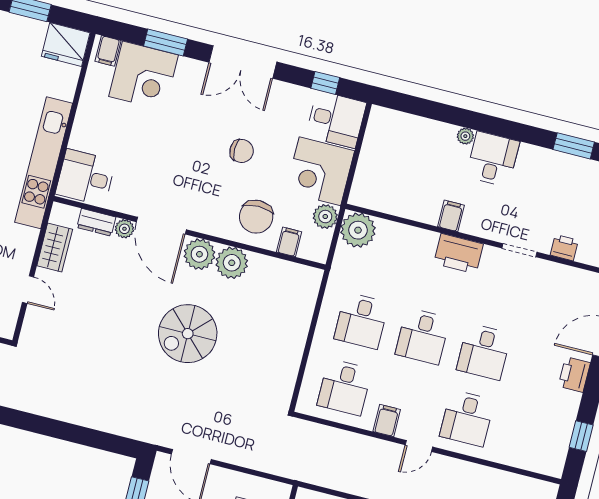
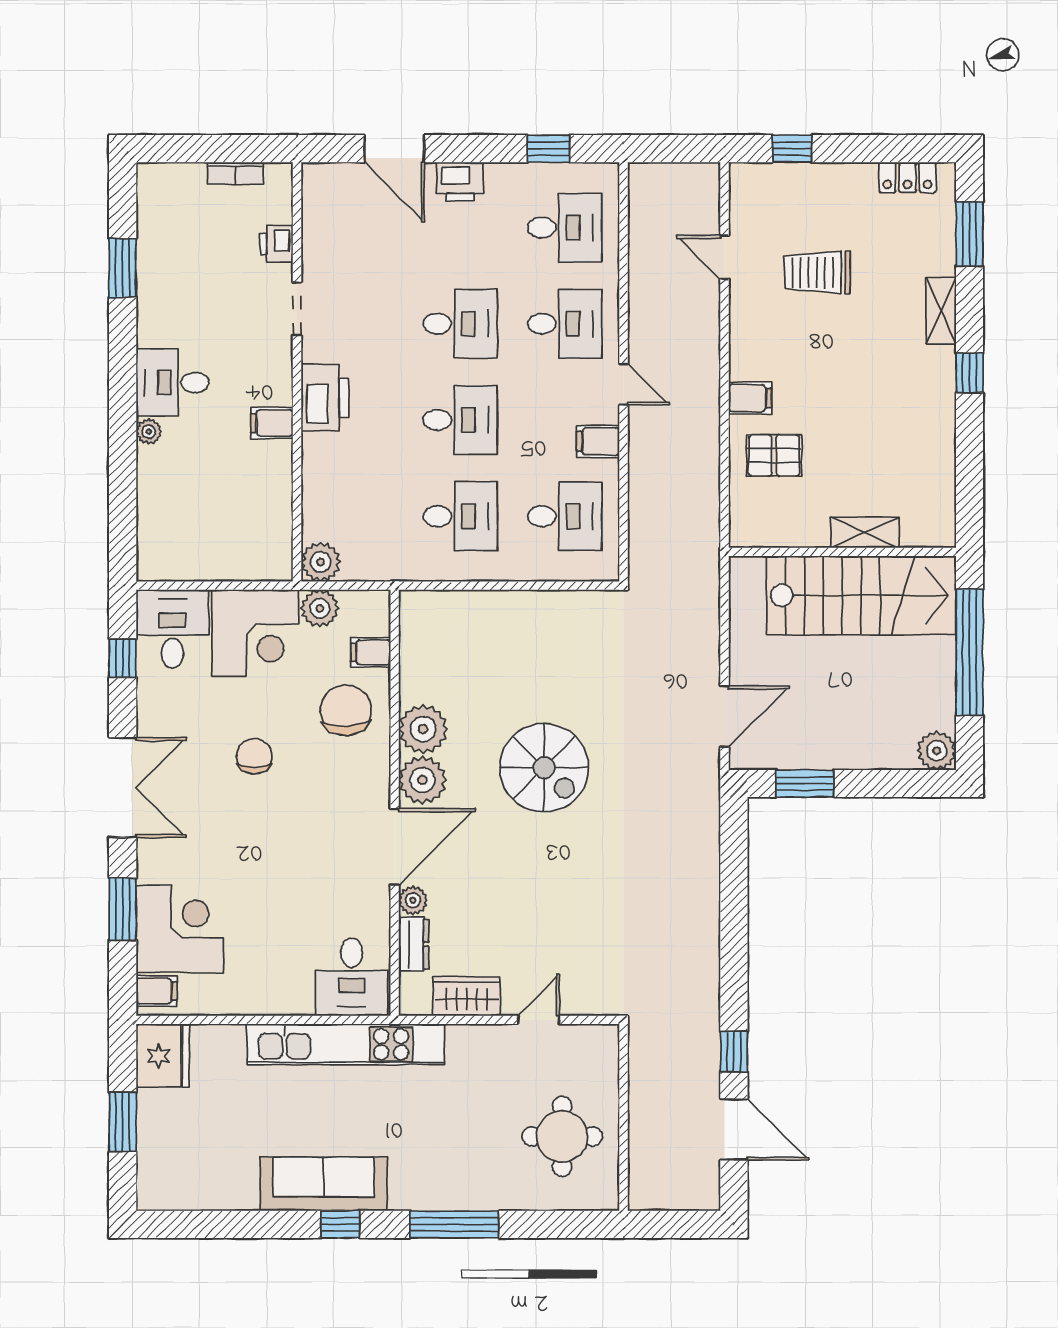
chair: (256, 217) -> (346, 710), turned -93
plant: (358, 230) -> (321, 562), width x0.73, depth x0.73
desk: (528, 434) -> (565, 227), added

